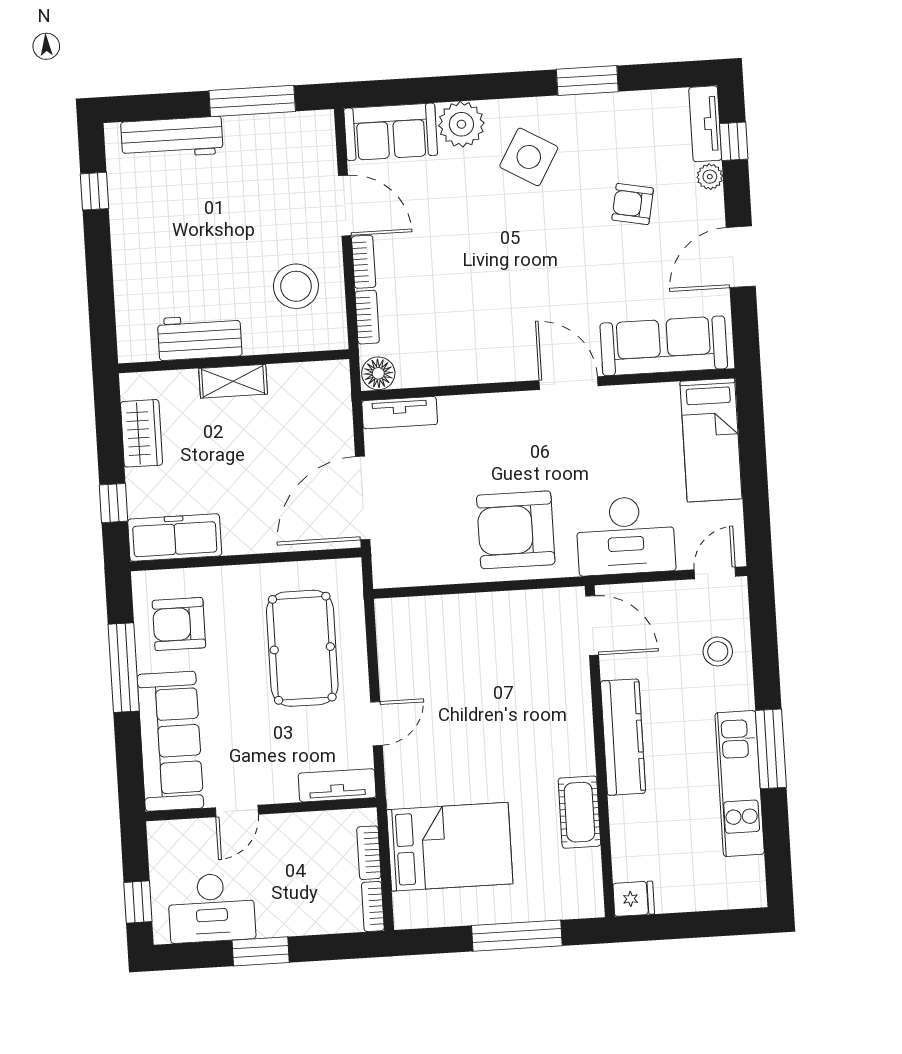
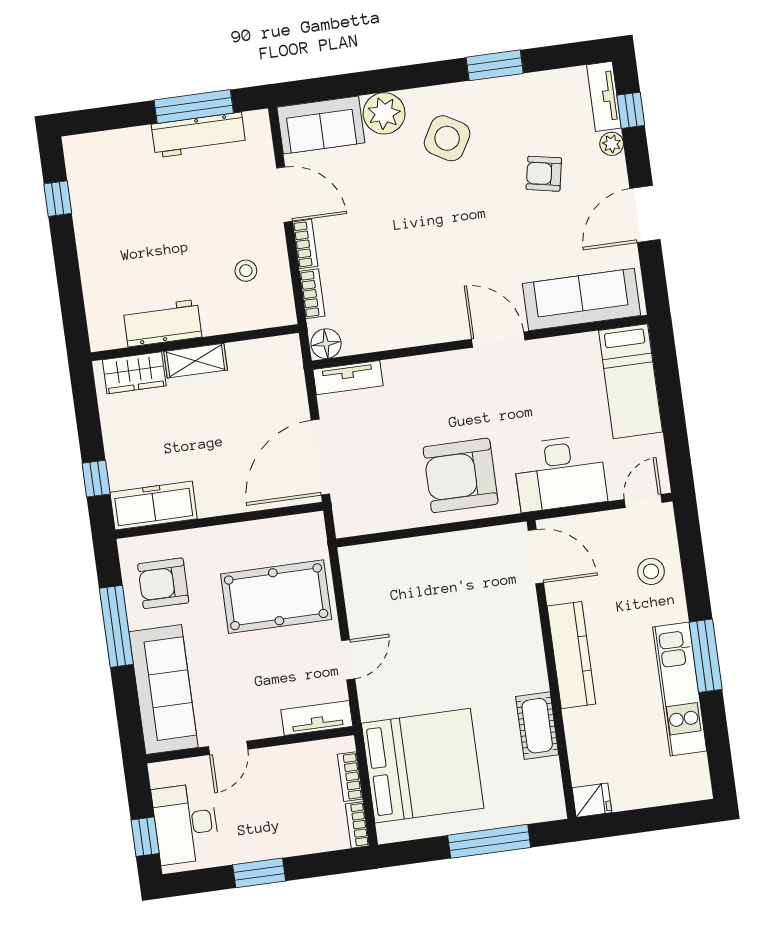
workbench: (172, 138) -> (199, 135), moved
stool: (296, 286) -> (246, 271), width x0.53, depth x0.53
wardrobe: (142, 433) -> (134, 373), moved, turned 90
pool table: (302, 648) -> (276, 597), turned 90
bed: (450, 847) -> (423, 766), width x1.36
desk: (211, 908) -> (186, 824), moved, turned 90

